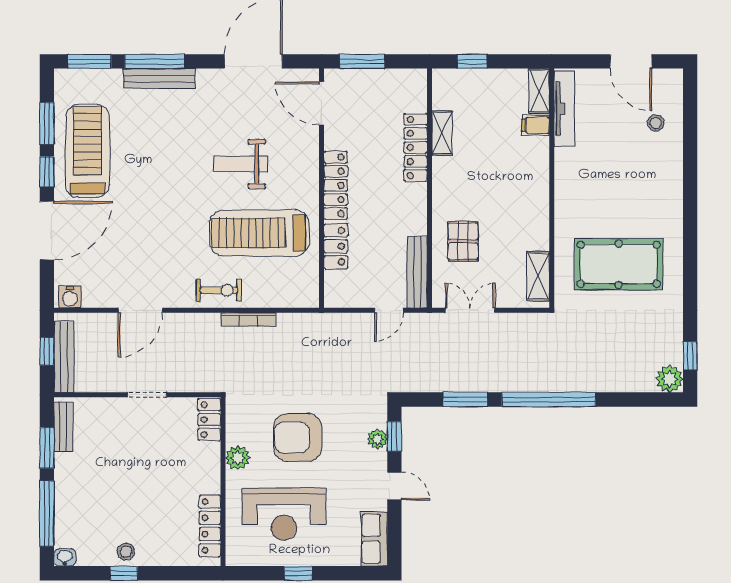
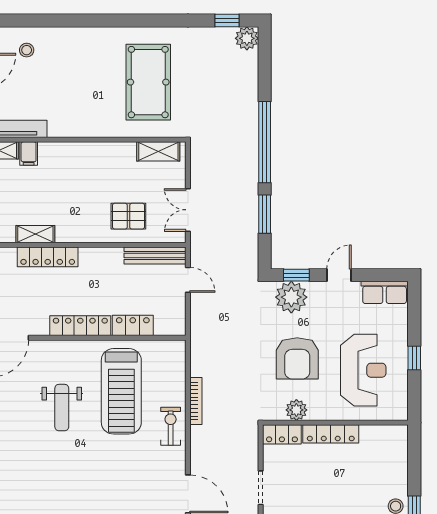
plant: (377, 439) -> (291, 297), width x1.88, depth x1.88
plant: (238, 458) -> (296, 410), moved
locker: (210, 526) -> (331, 434), moved

